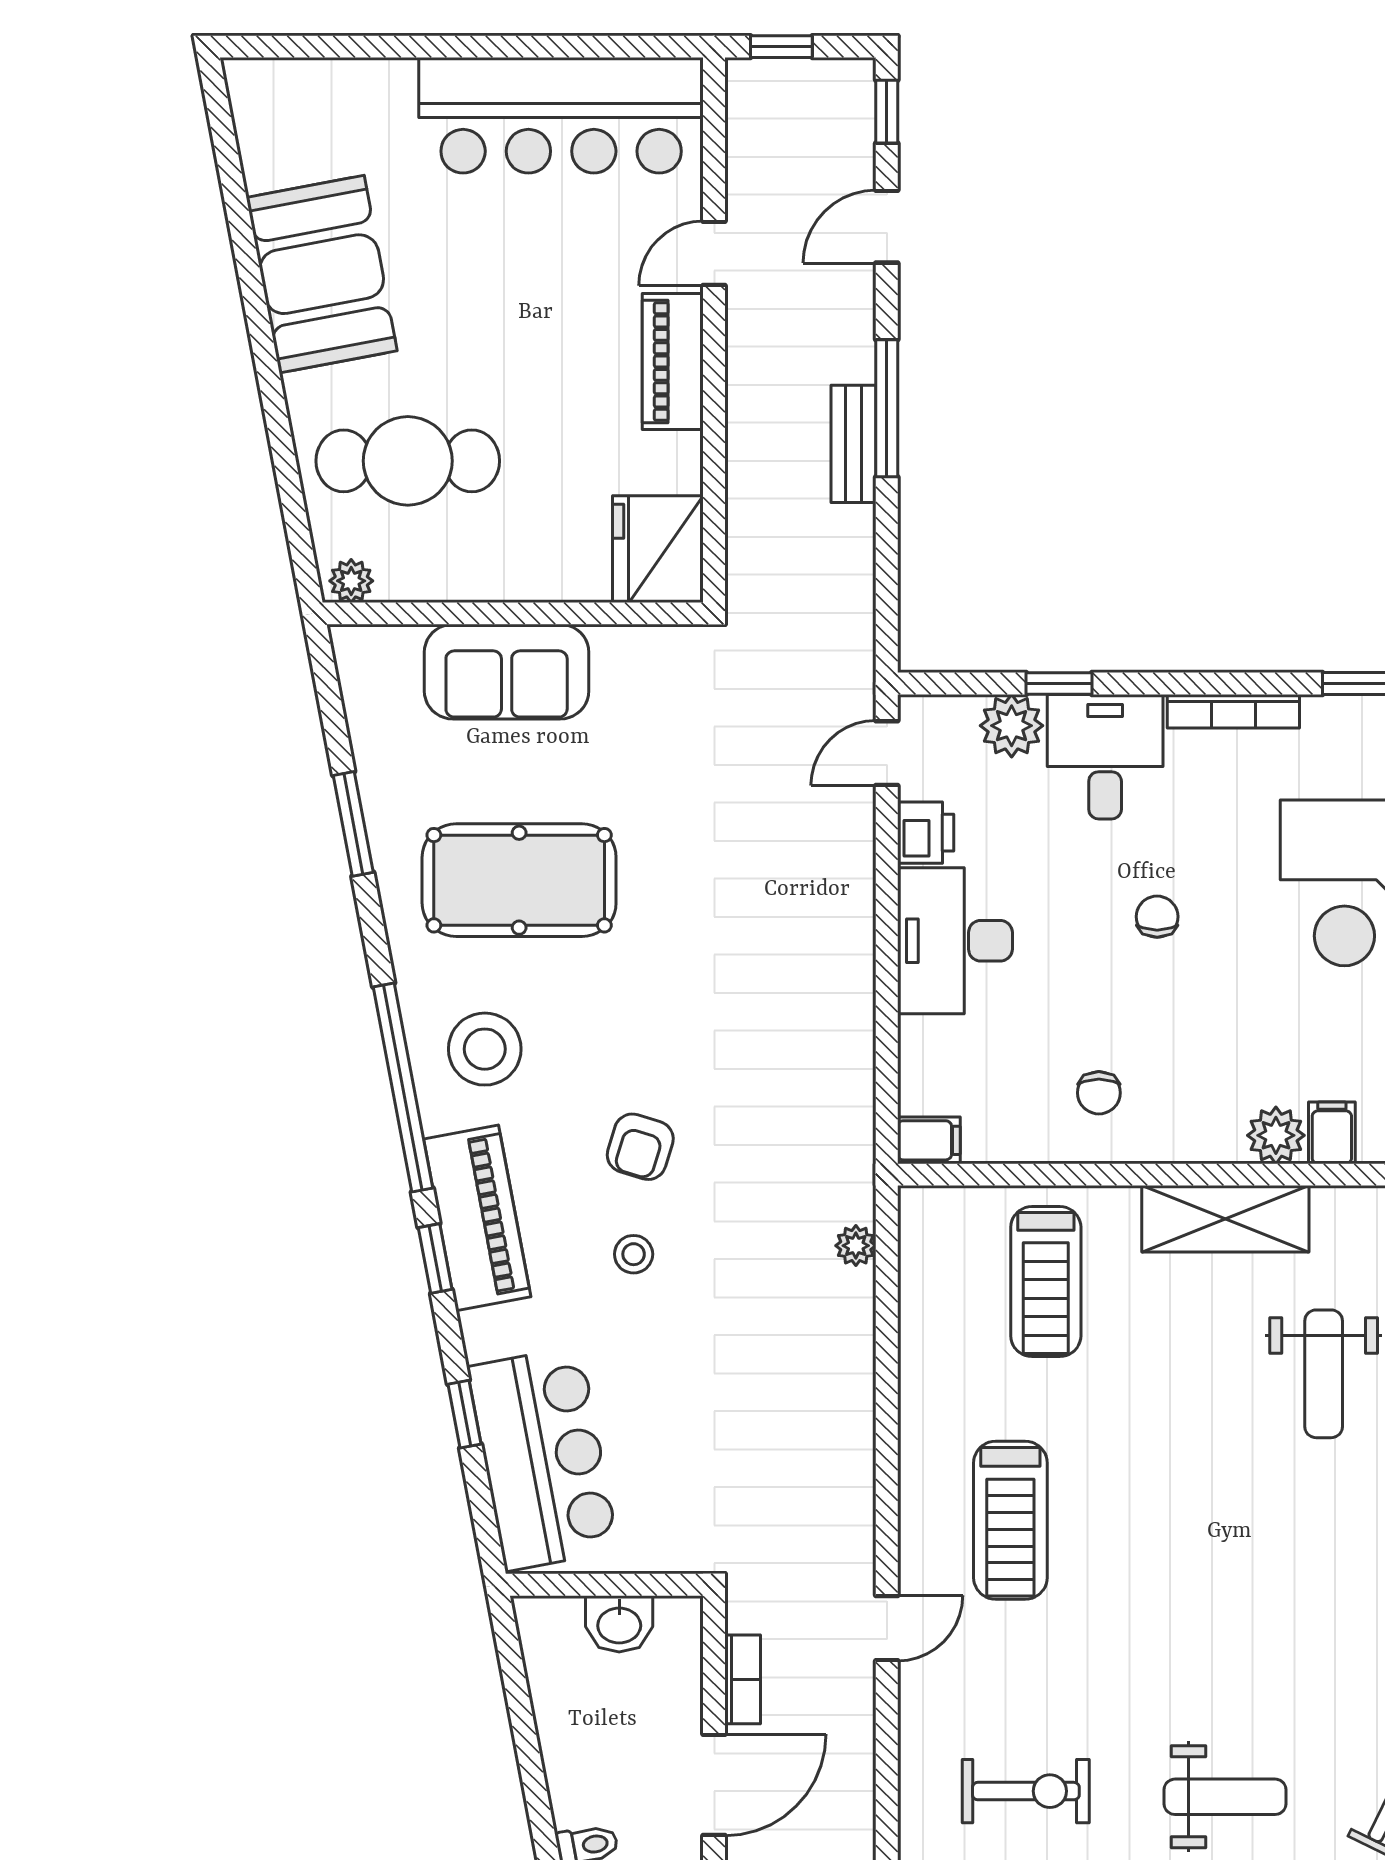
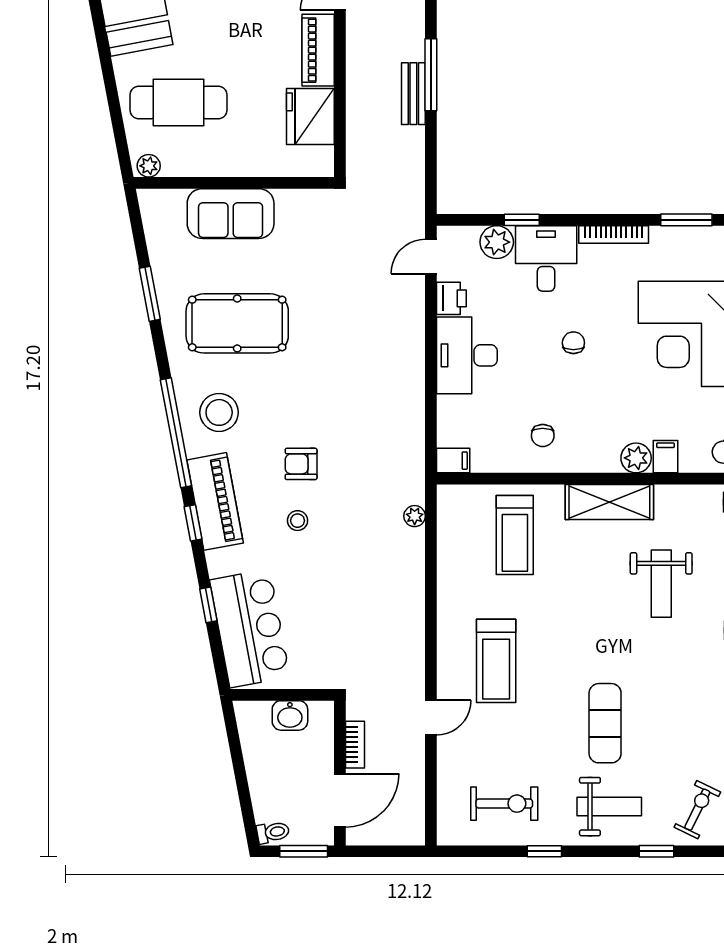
fridge: (658, 549) -> (310, 116), moved
armchair: (640, 1147) -> (301, 464), turned 73
exercise mat: (1217, 1639) -> (605, 723), added

